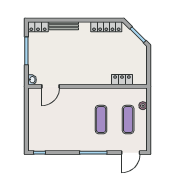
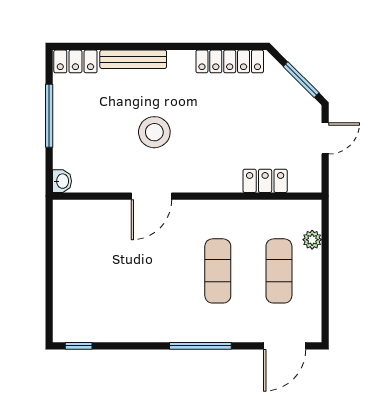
stool: (73, 58) -> (154, 132), added
door: (149, 61) -> (325, 138), added
door: (50, 86) -> (151, 196), moved

